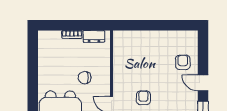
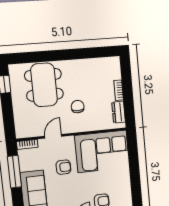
corner sofa: (132, 57) -> (102, 151), added

